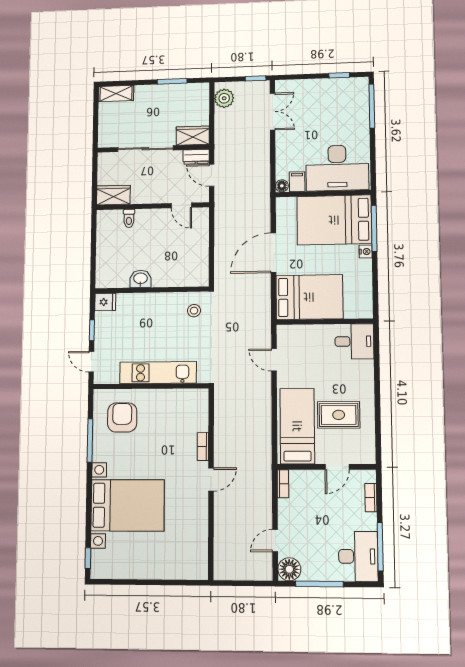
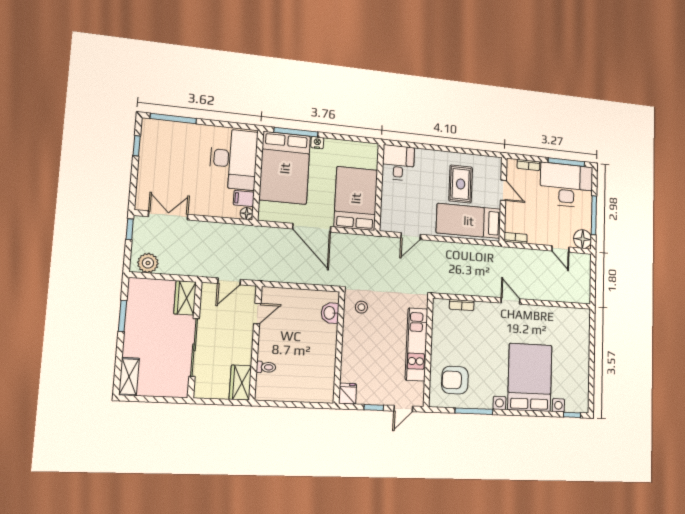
dresser: (196, 157) -> (208, 296), removed
washbasin: (140, 279) -> (330, 313), moved
bookcase: (203, 447) -> (462, 305), moved
desk: (358, 556) -> (566, 185), width x1.36, depth x1.30

